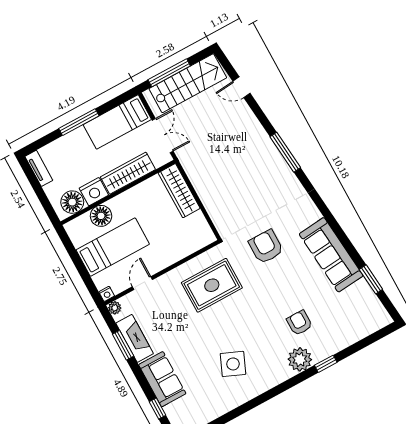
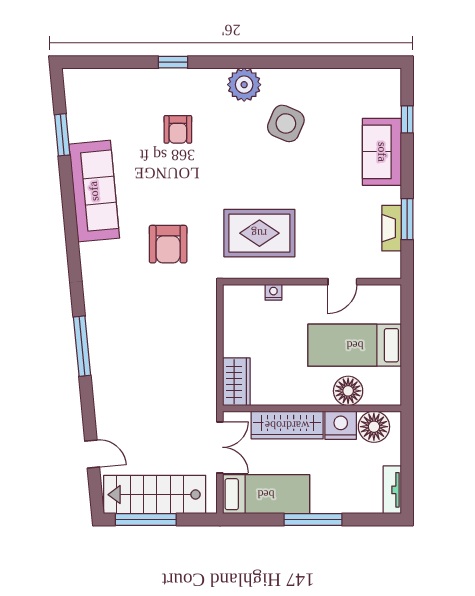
window: (169, 73) -> (146, 520), moved
double door: (163, 136) -> (220, 447), swing flipped
wardrobe: (179, 191) -> (236, 382), width x0.67
nightstand: (107, 294) -> (273, 292), moved
plant: (115, 308) -> (392, 270), removed
fireplace: (135, 338) -> (392, 228), width x0.73, depth x0.76
plant: (300, 359) -> (244, 85), moved

